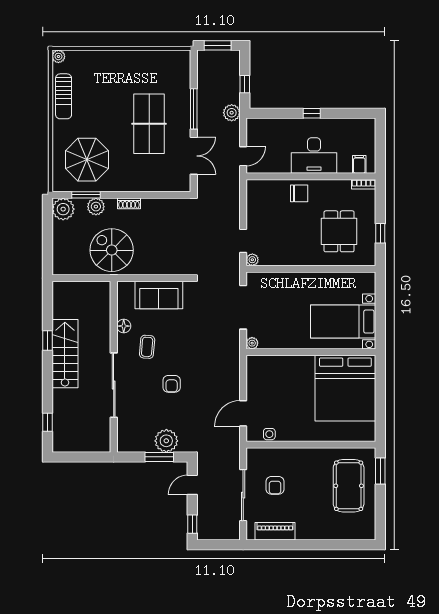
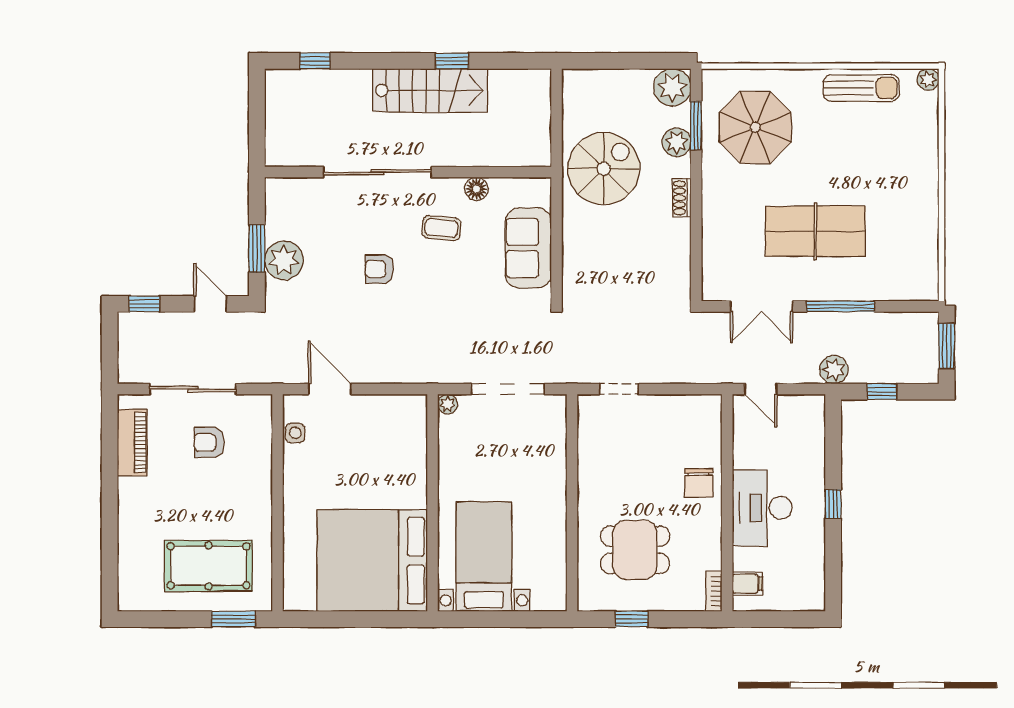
sun lounger: (64, 96) -> (861, 88), turned 180
plant: (252, 260) -> (587, 404), removed

